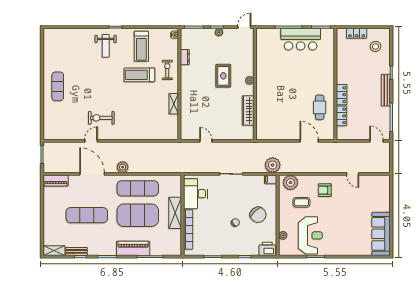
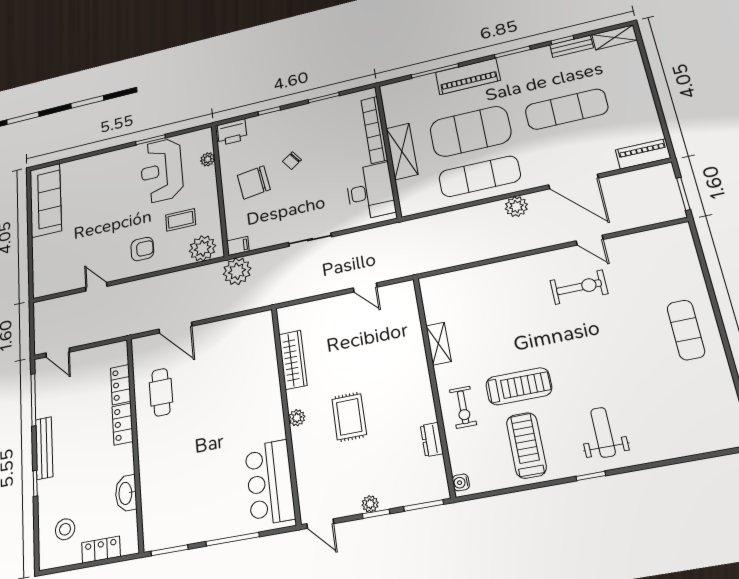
door: (244, 27) -> (320, 524), hinge flipped
bar counter: (301, 39) -> (270, 482), moved, turned -90
washbasin: (342, 59) -> (126, 493), added
door: (91, 141) -> (590, 240), hinge flipped
chair: (258, 215) -> (254, 182), turned -57

